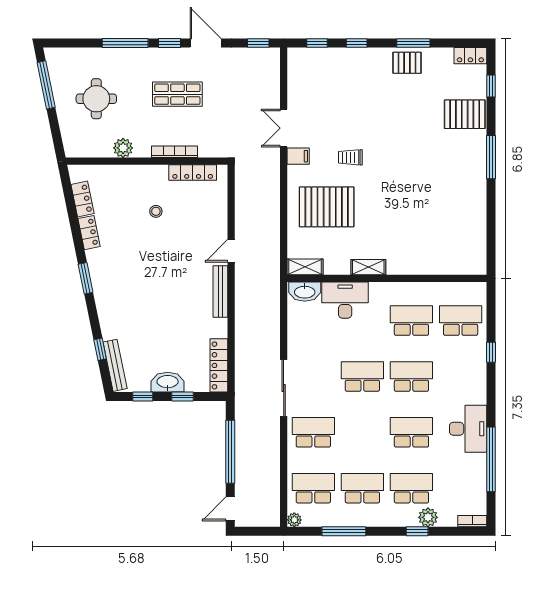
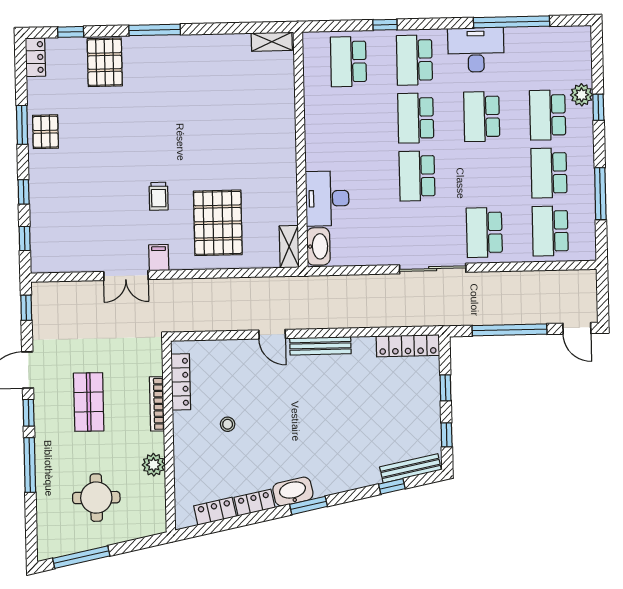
shelving: (368, 267) -> (272, 42), moved, turned 90
school desk: (411, 321) -> (414, 60), moved
washbasin: (168, 382) -> (293, 492), moved, turned 78
plant: (294, 520) -> (588, 253), removed
bookcase: (472, 521) -> (585, 42), removed

